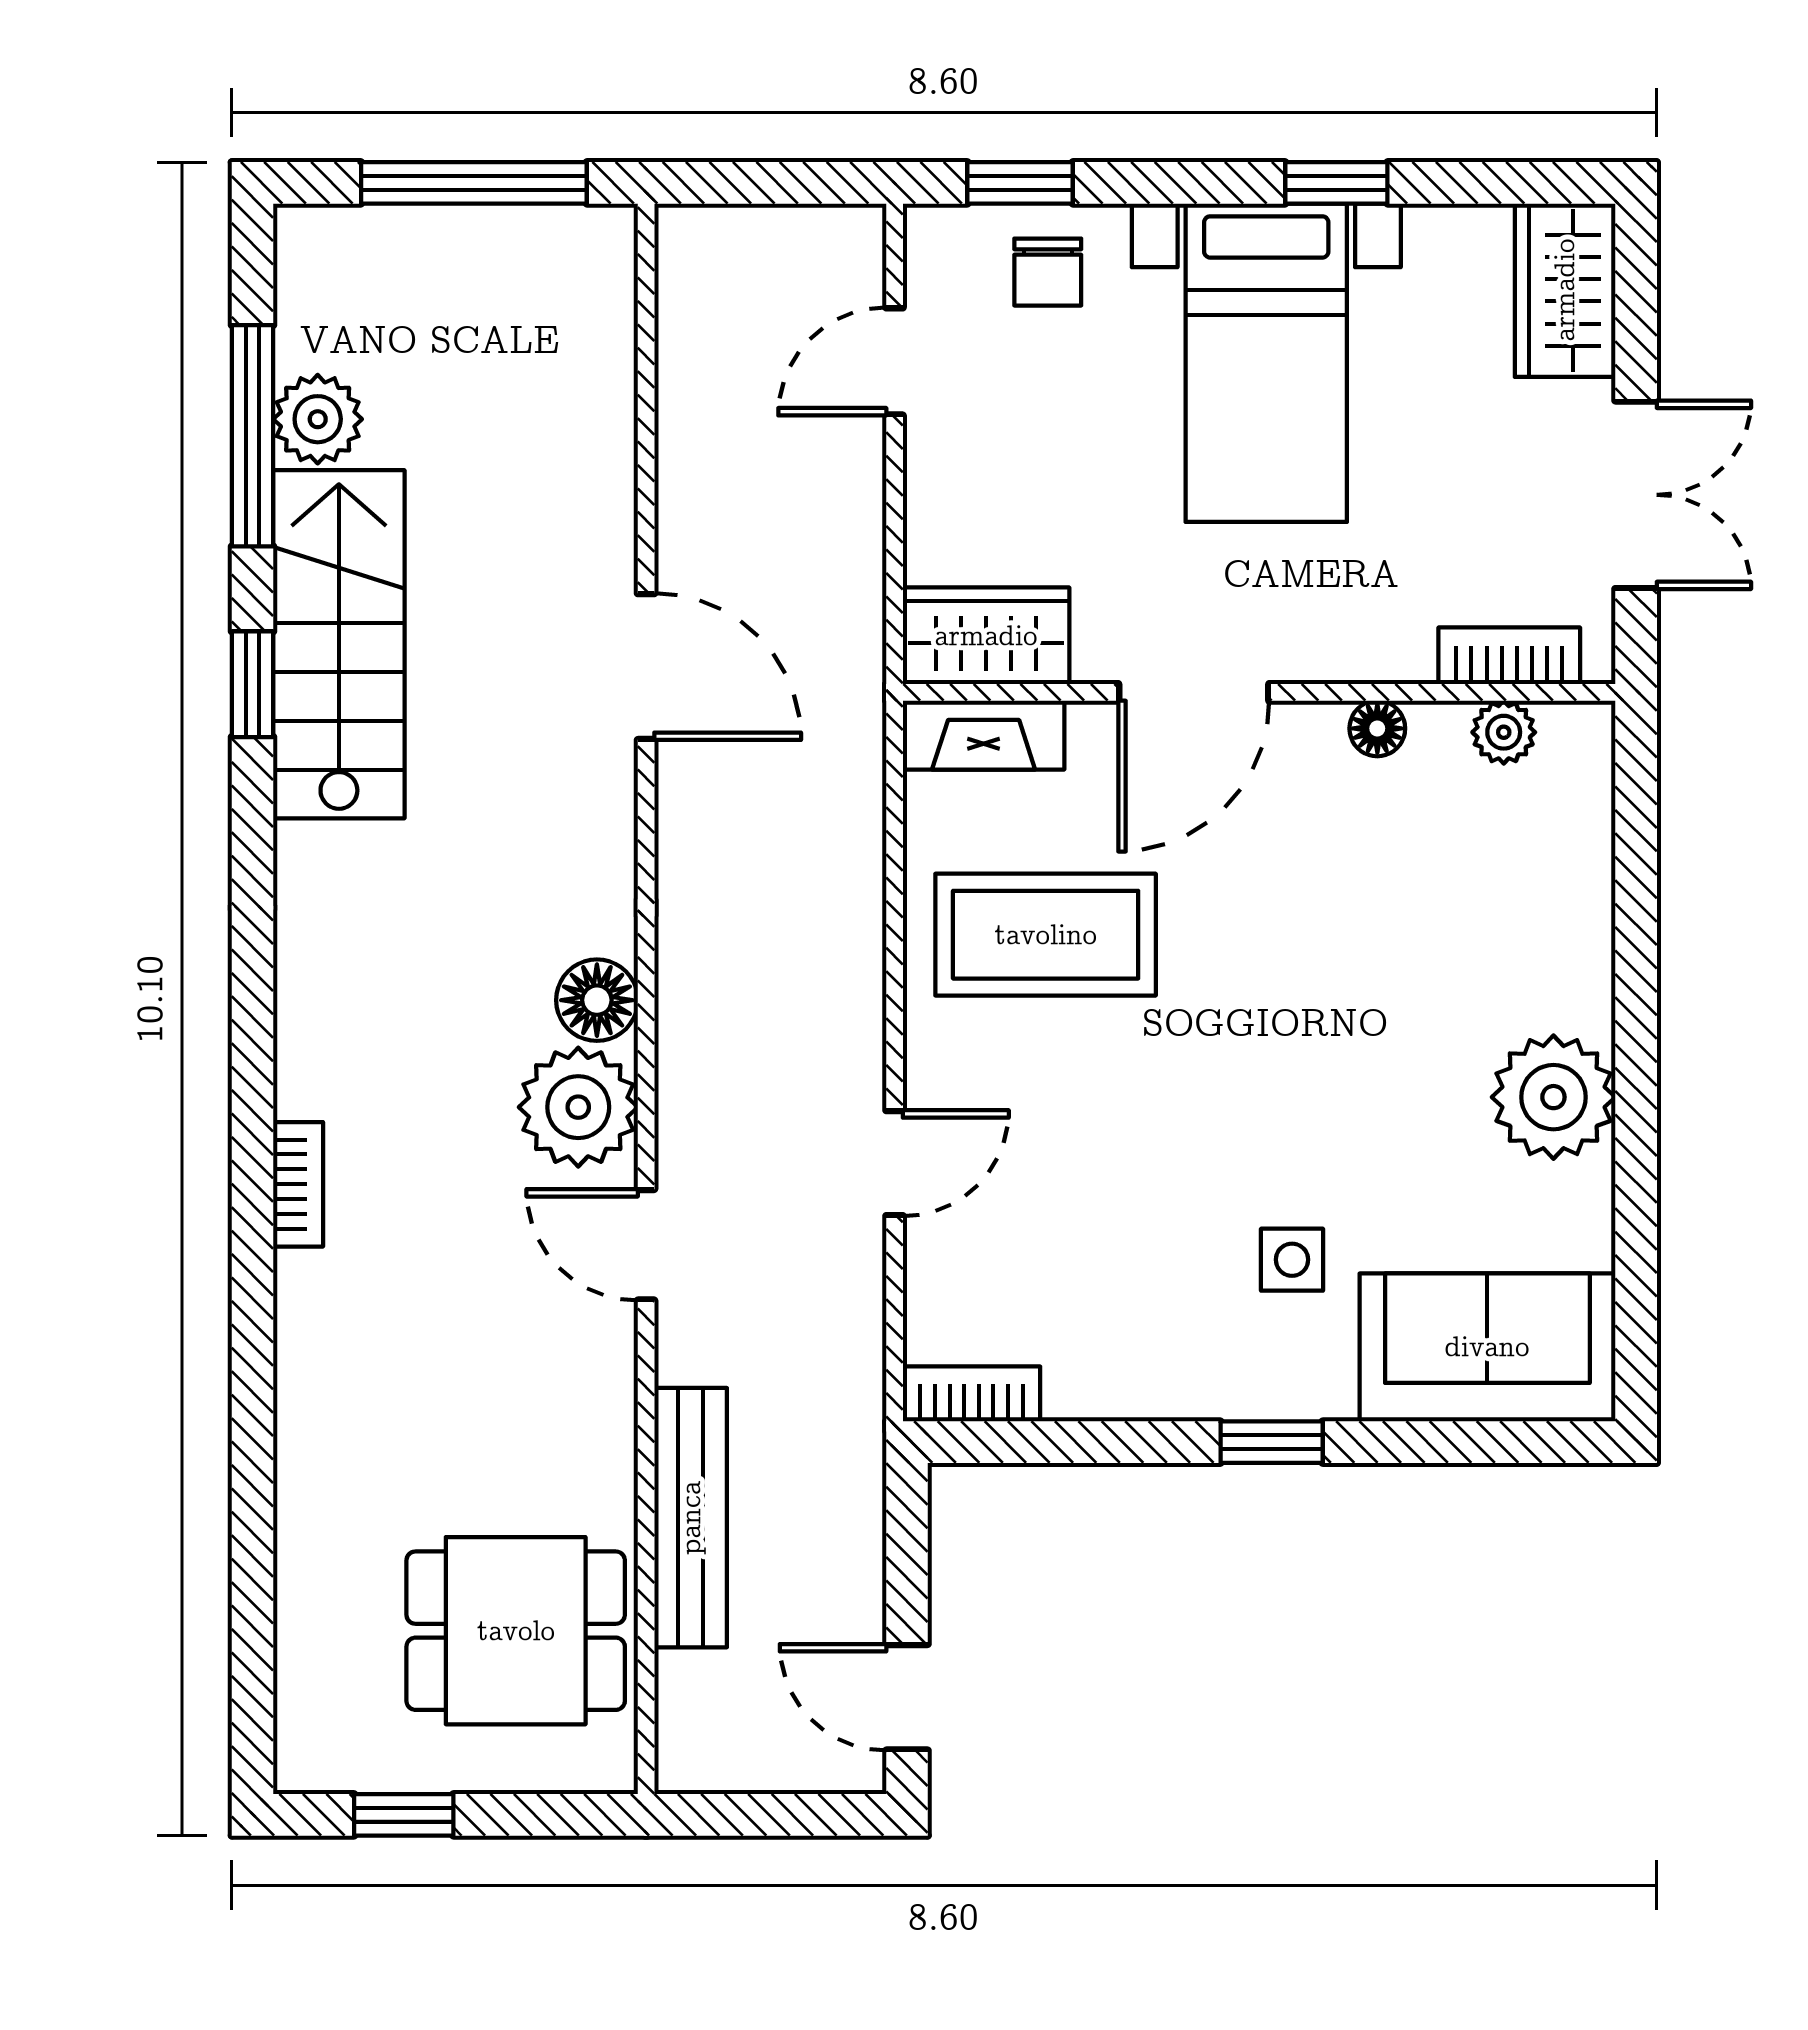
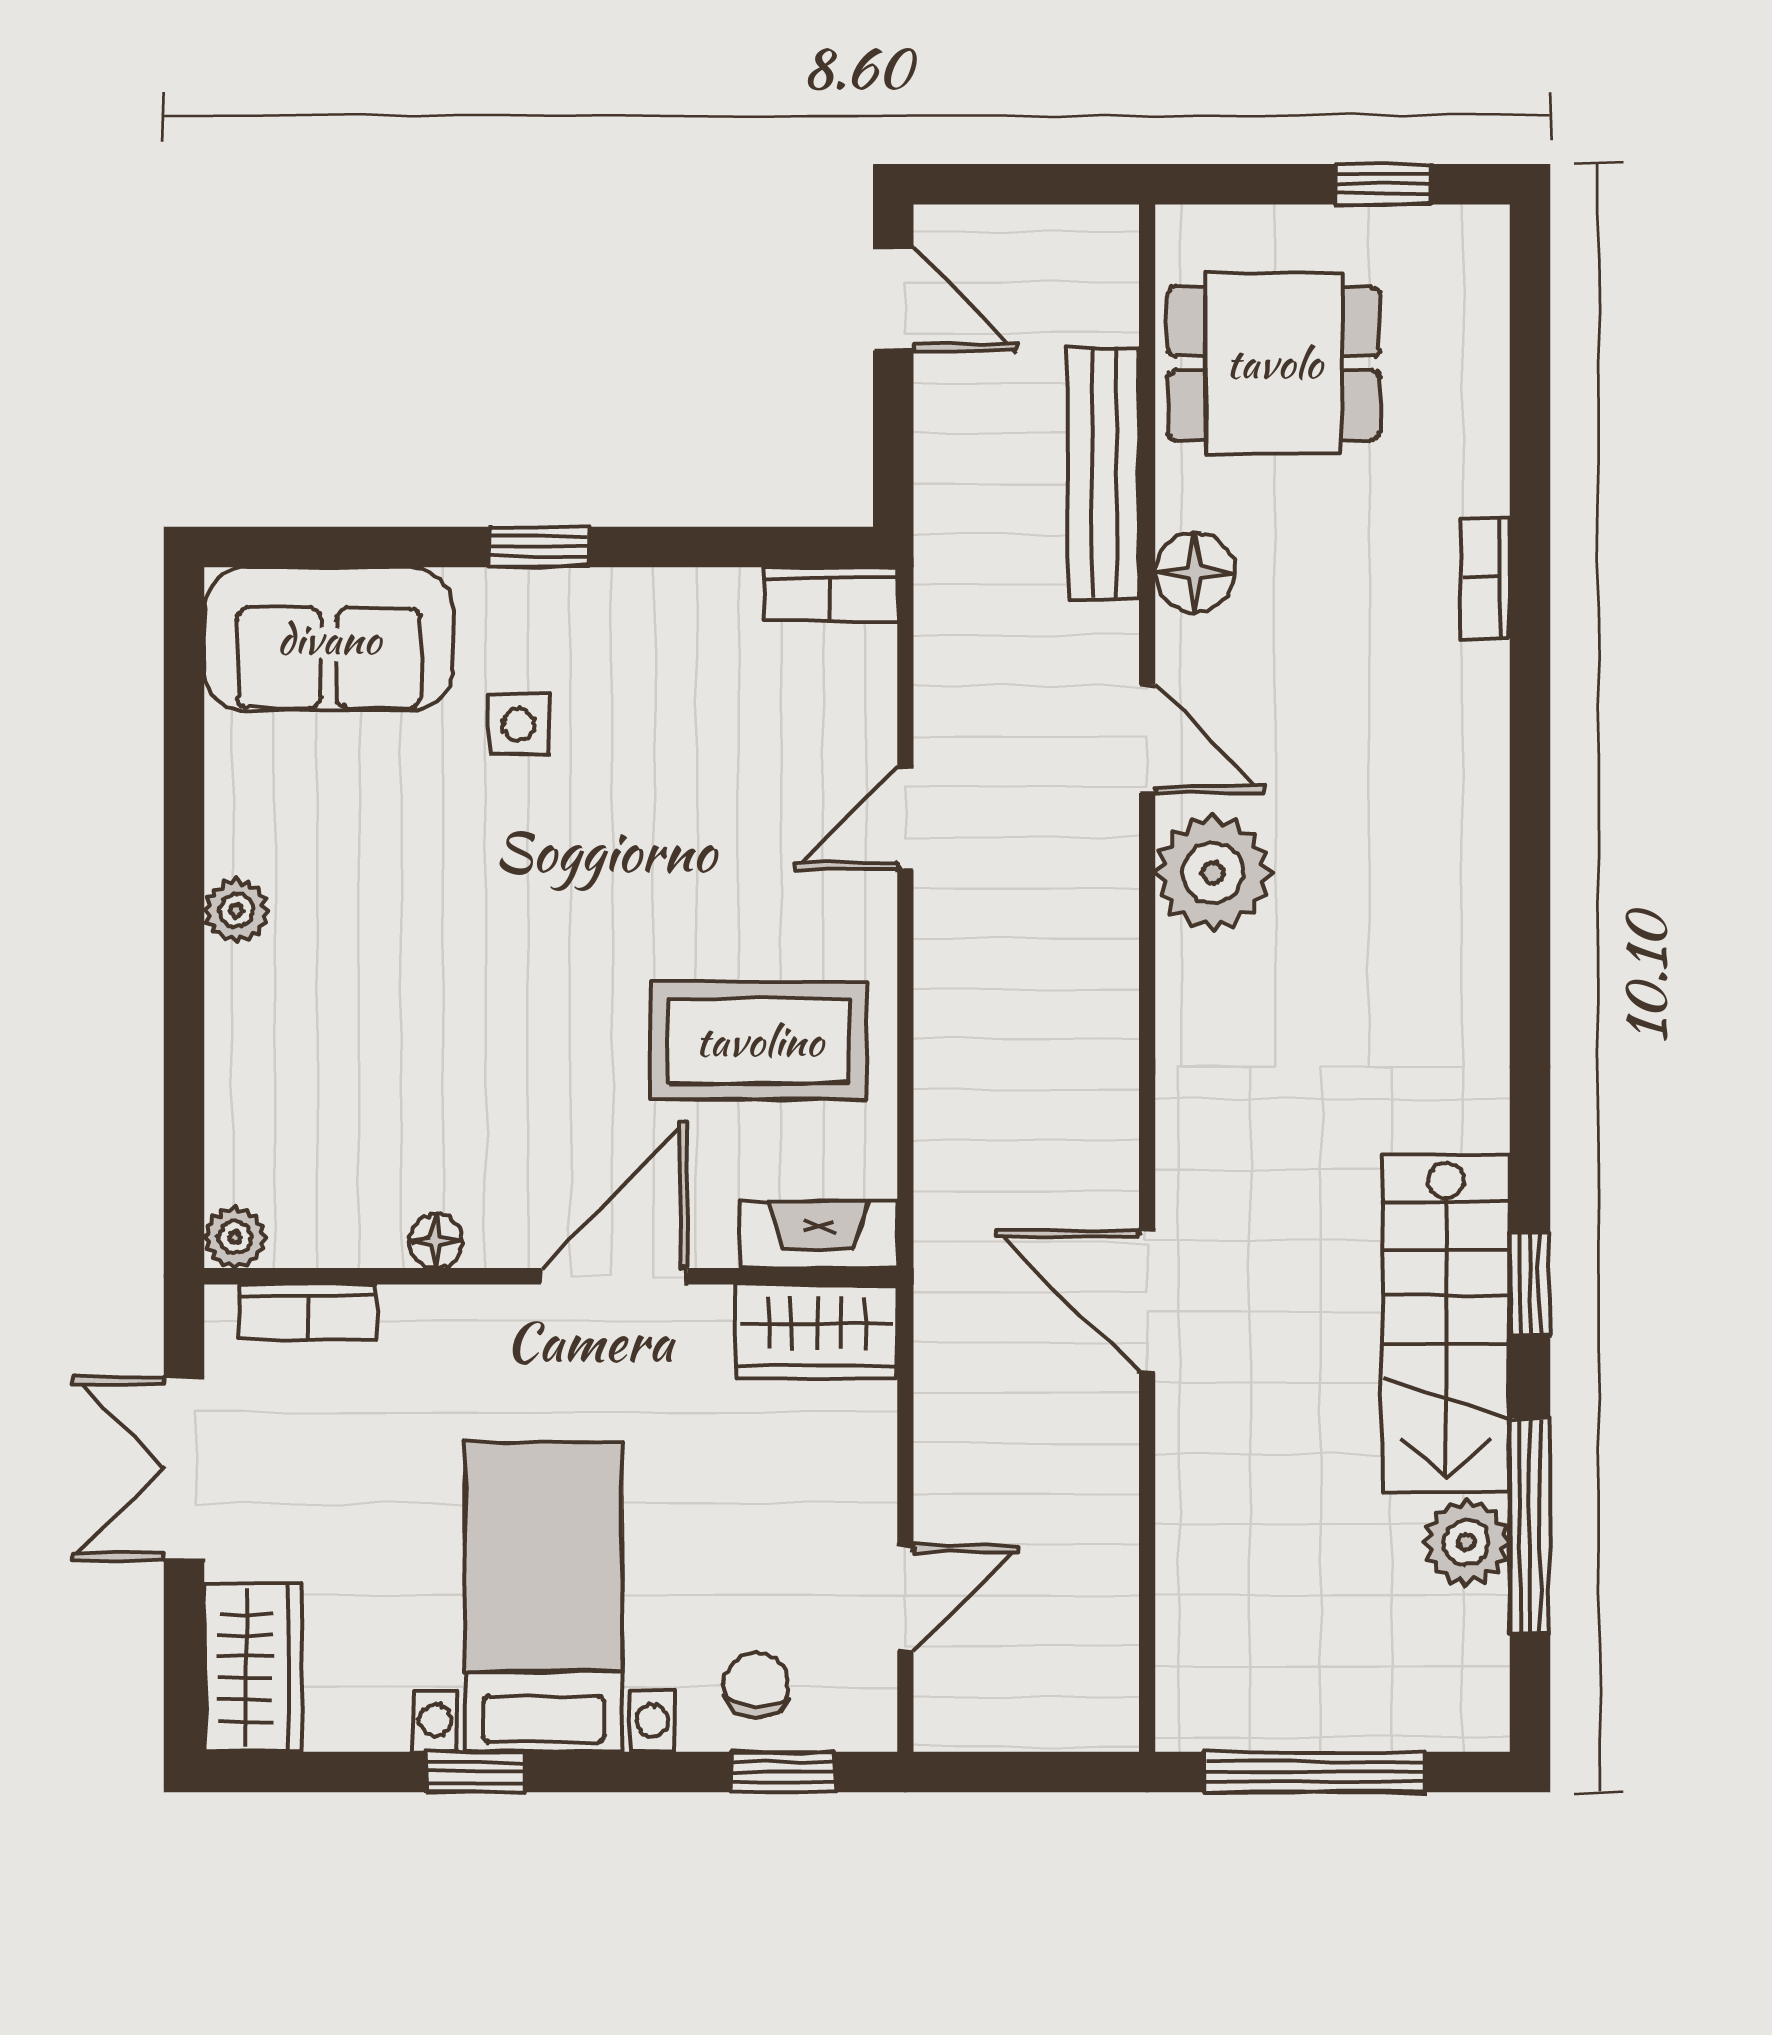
plant: (1504, 732) -> (235, 1238), moved
floor lamp: (597, 1000) -> (1195, 572), moved
plant: (1553, 1097) -> (236, 911), width x0.53, depth x0.53
bookcase: (298, 1184) -> (1486, 577), moved

